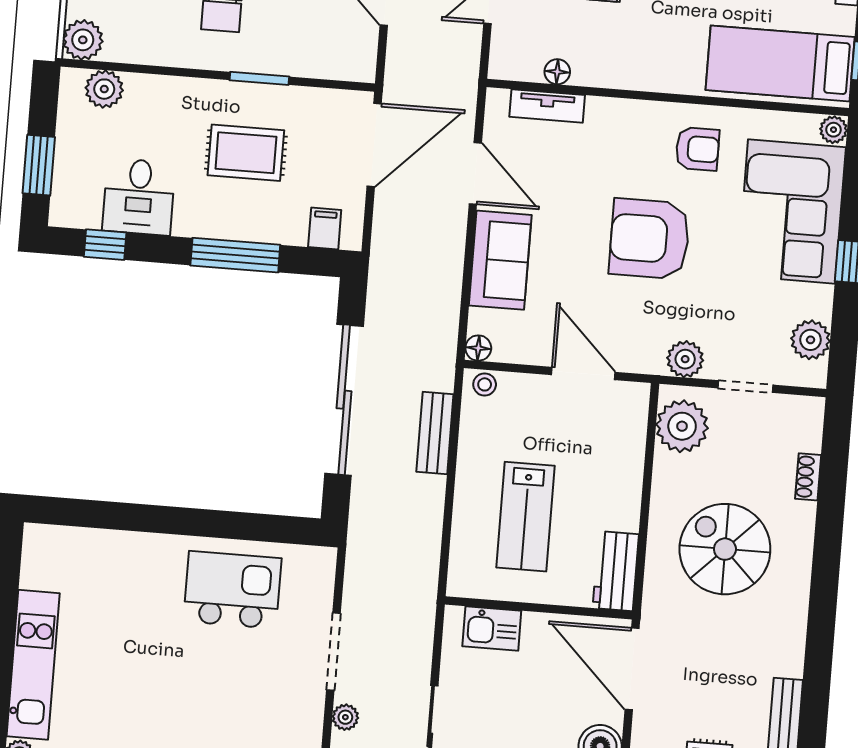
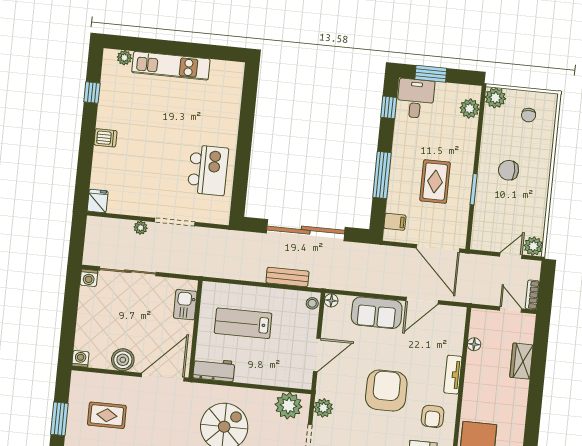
tv unit: (547, 106) -> (453, 375), moved
desk: (139, 197) -> (416, 99), moved, turned 90

